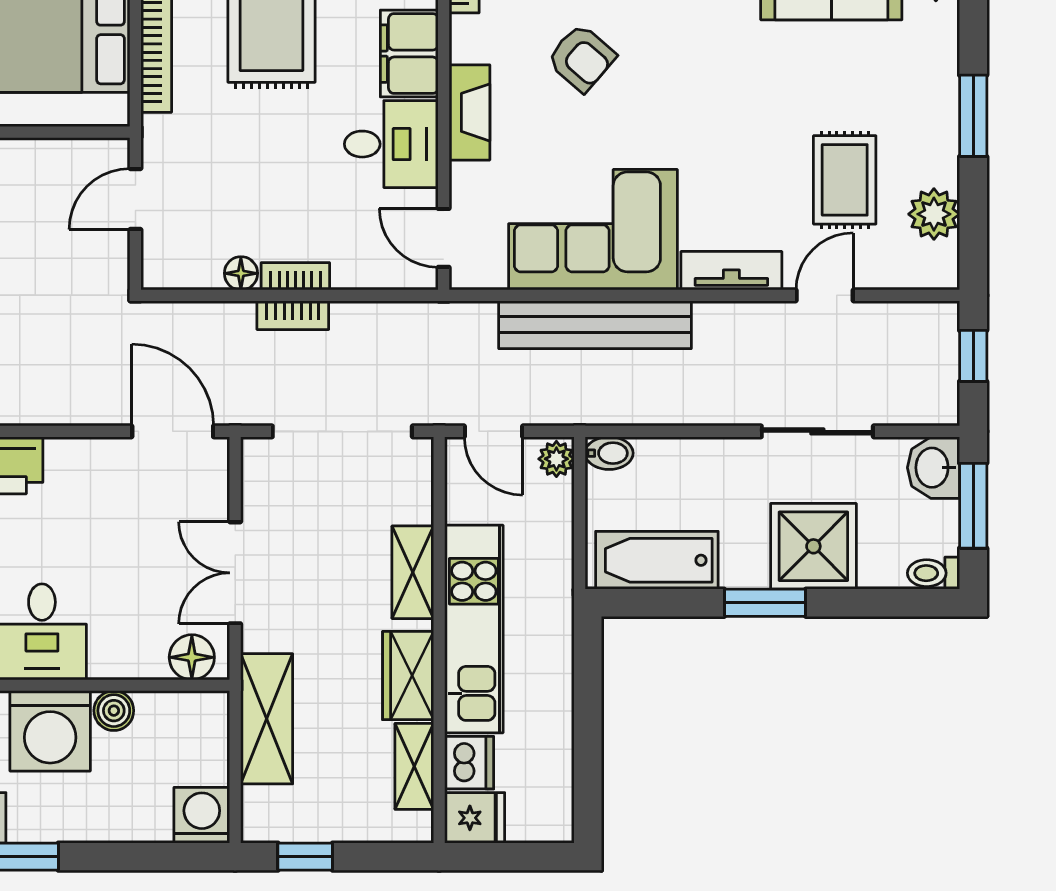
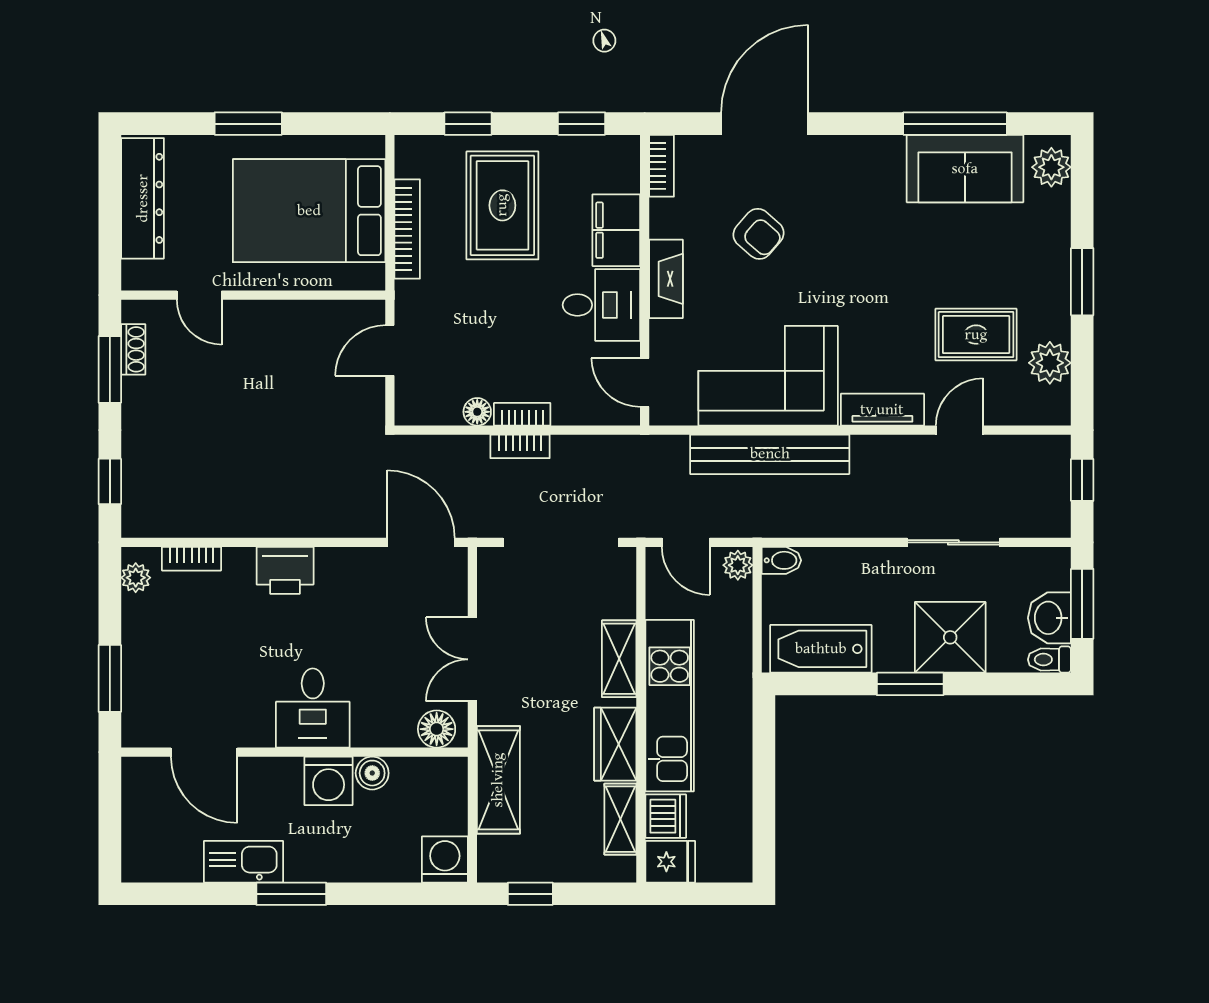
rug: (845, 180) -> (976, 335), turned 90
washbasin: (934, 468) -> (1049, 618), moved
washing machine: (50, 731) -> (329, 781), width x0.73, depth x0.73

